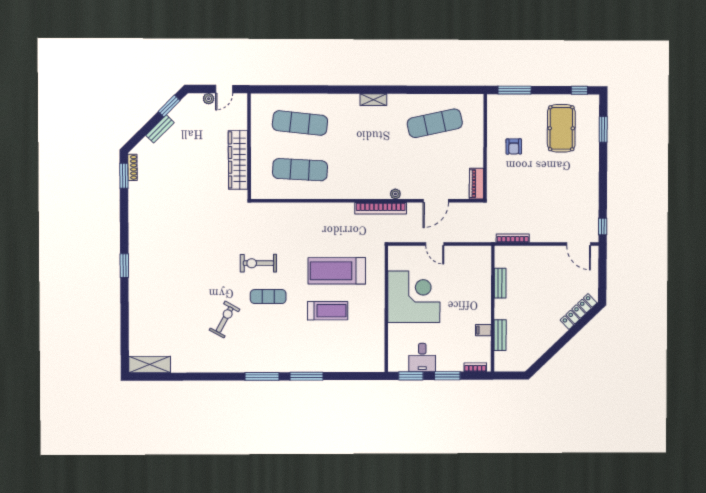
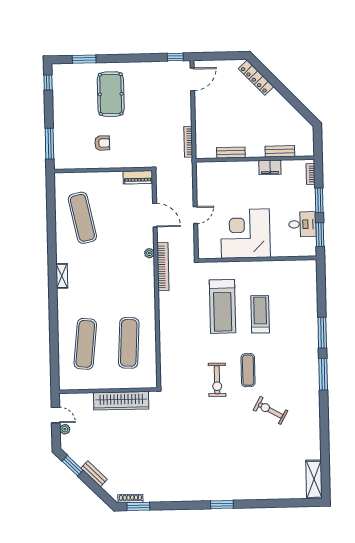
pool table: (561, 128) -> (111, 94), moved, turned 90
filing cabinet: (483, 330) -> (270, 167), width x2.00

